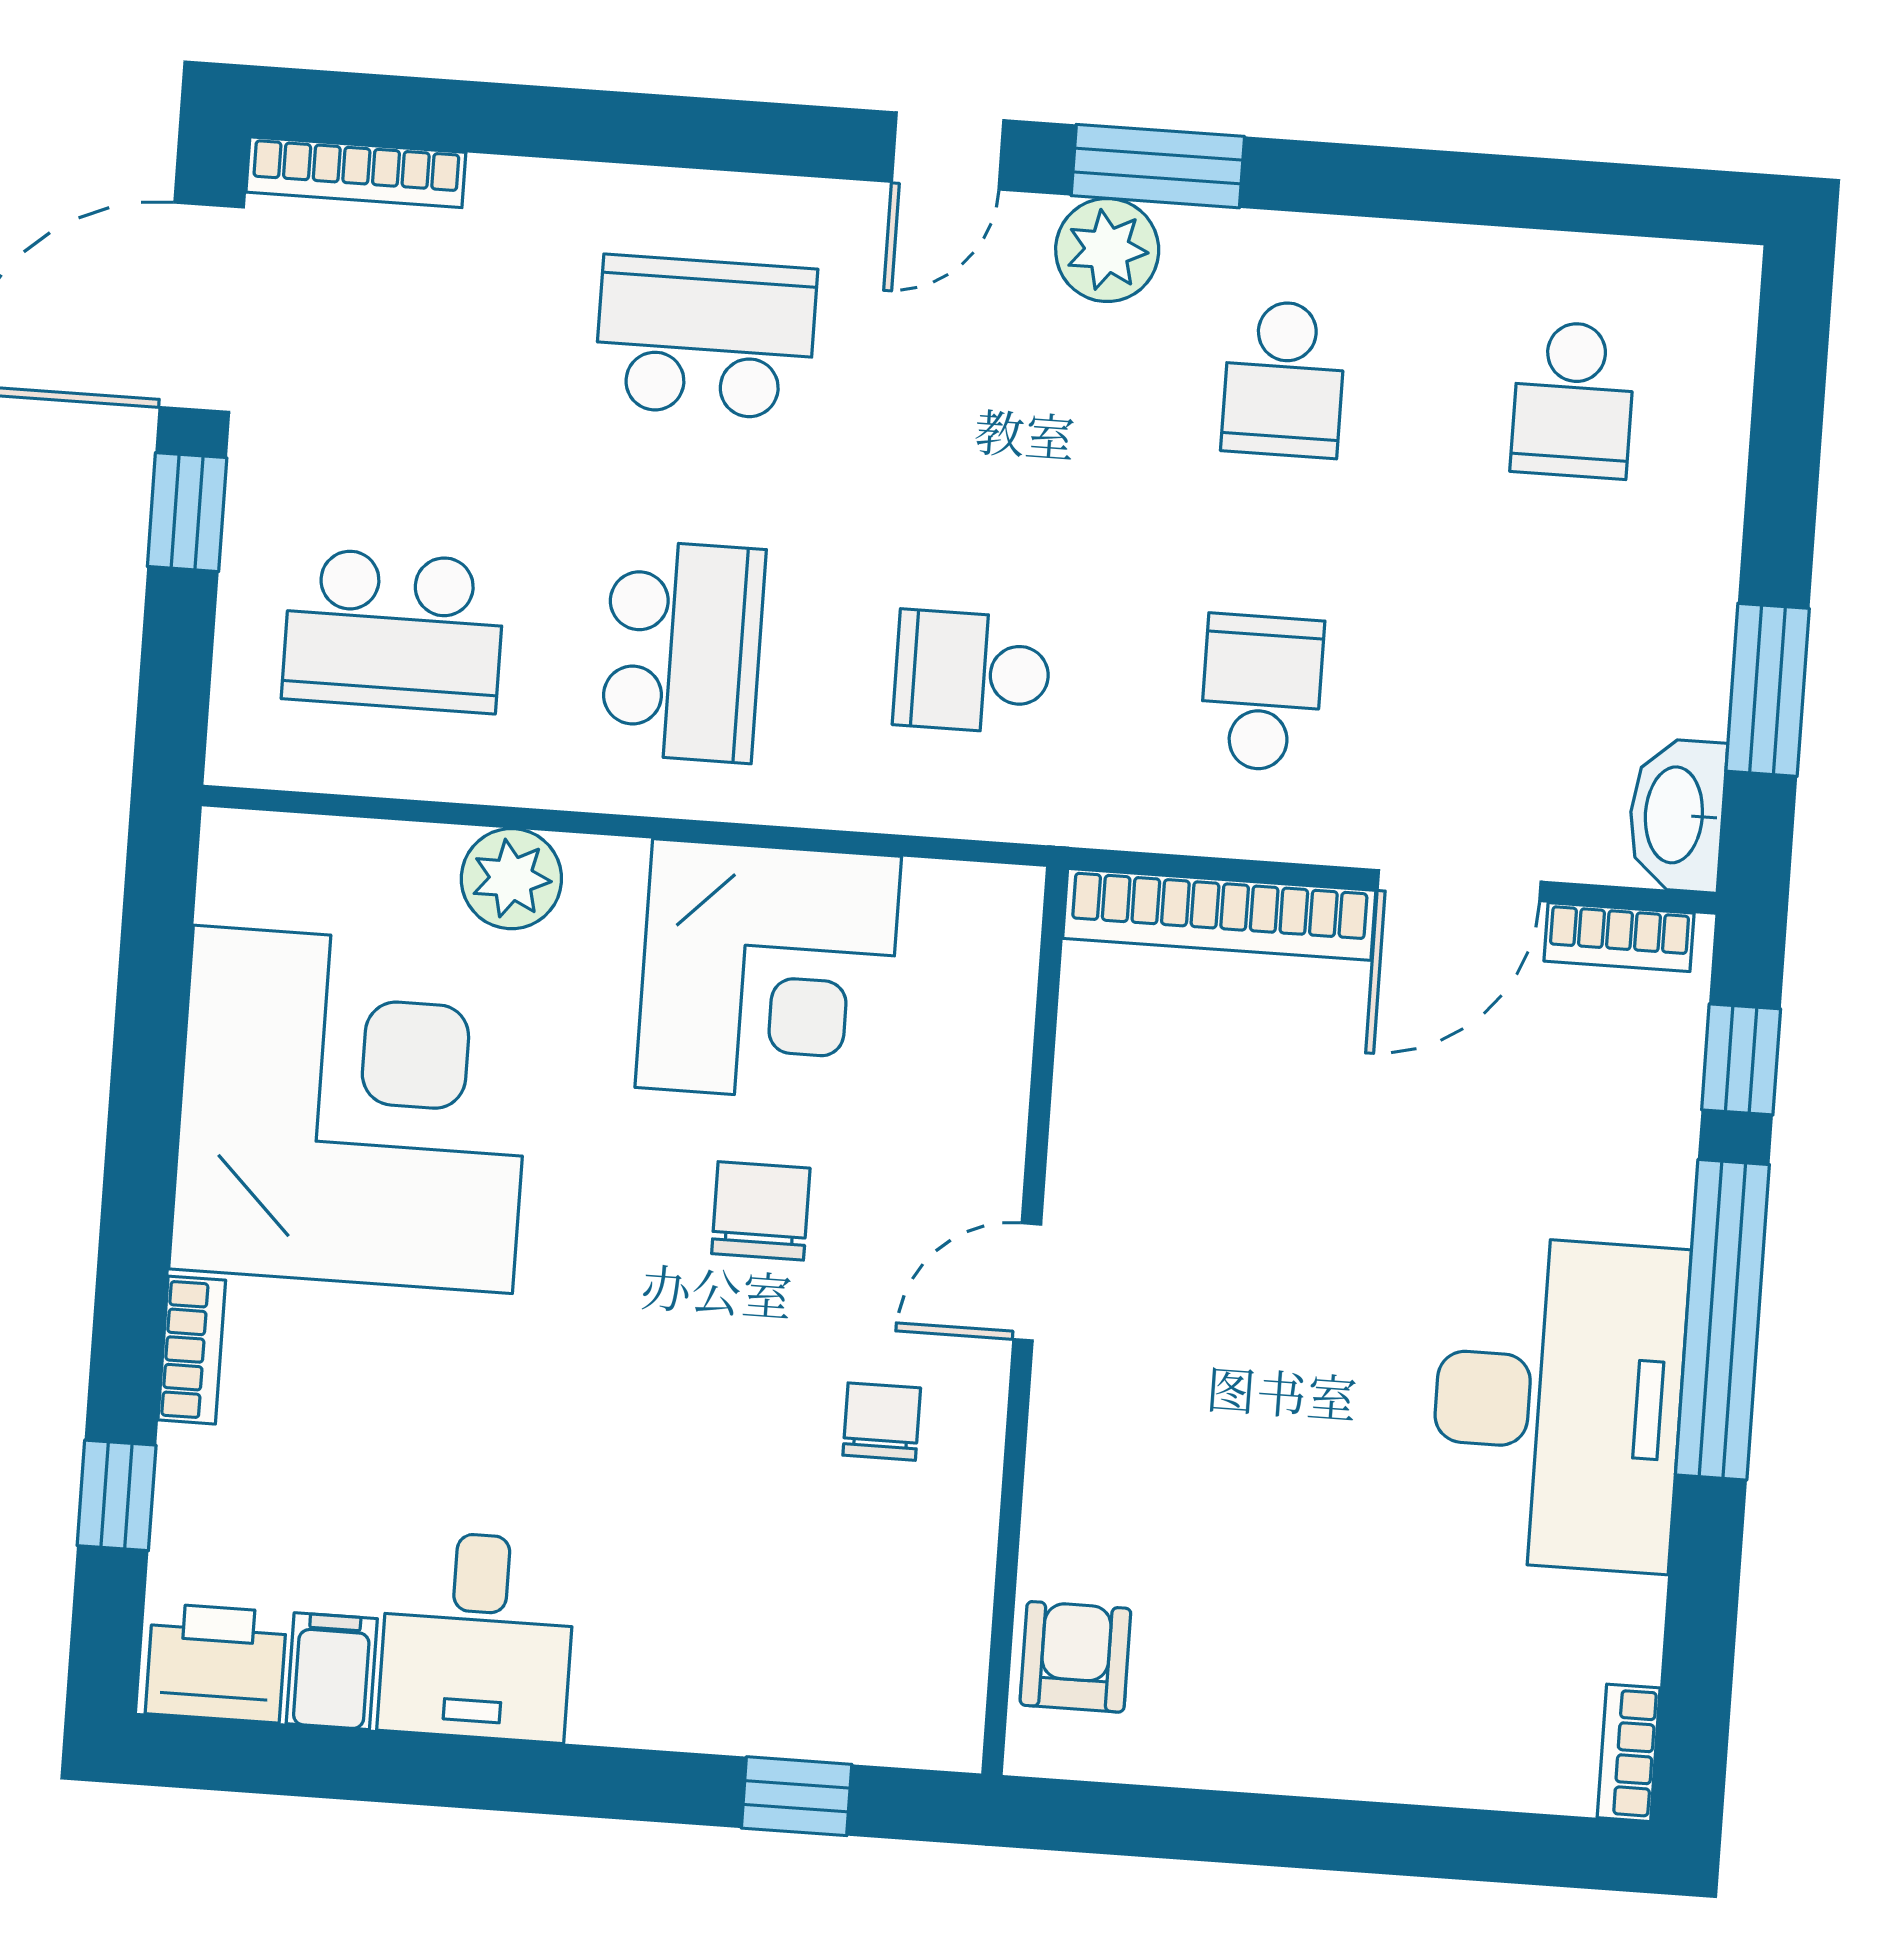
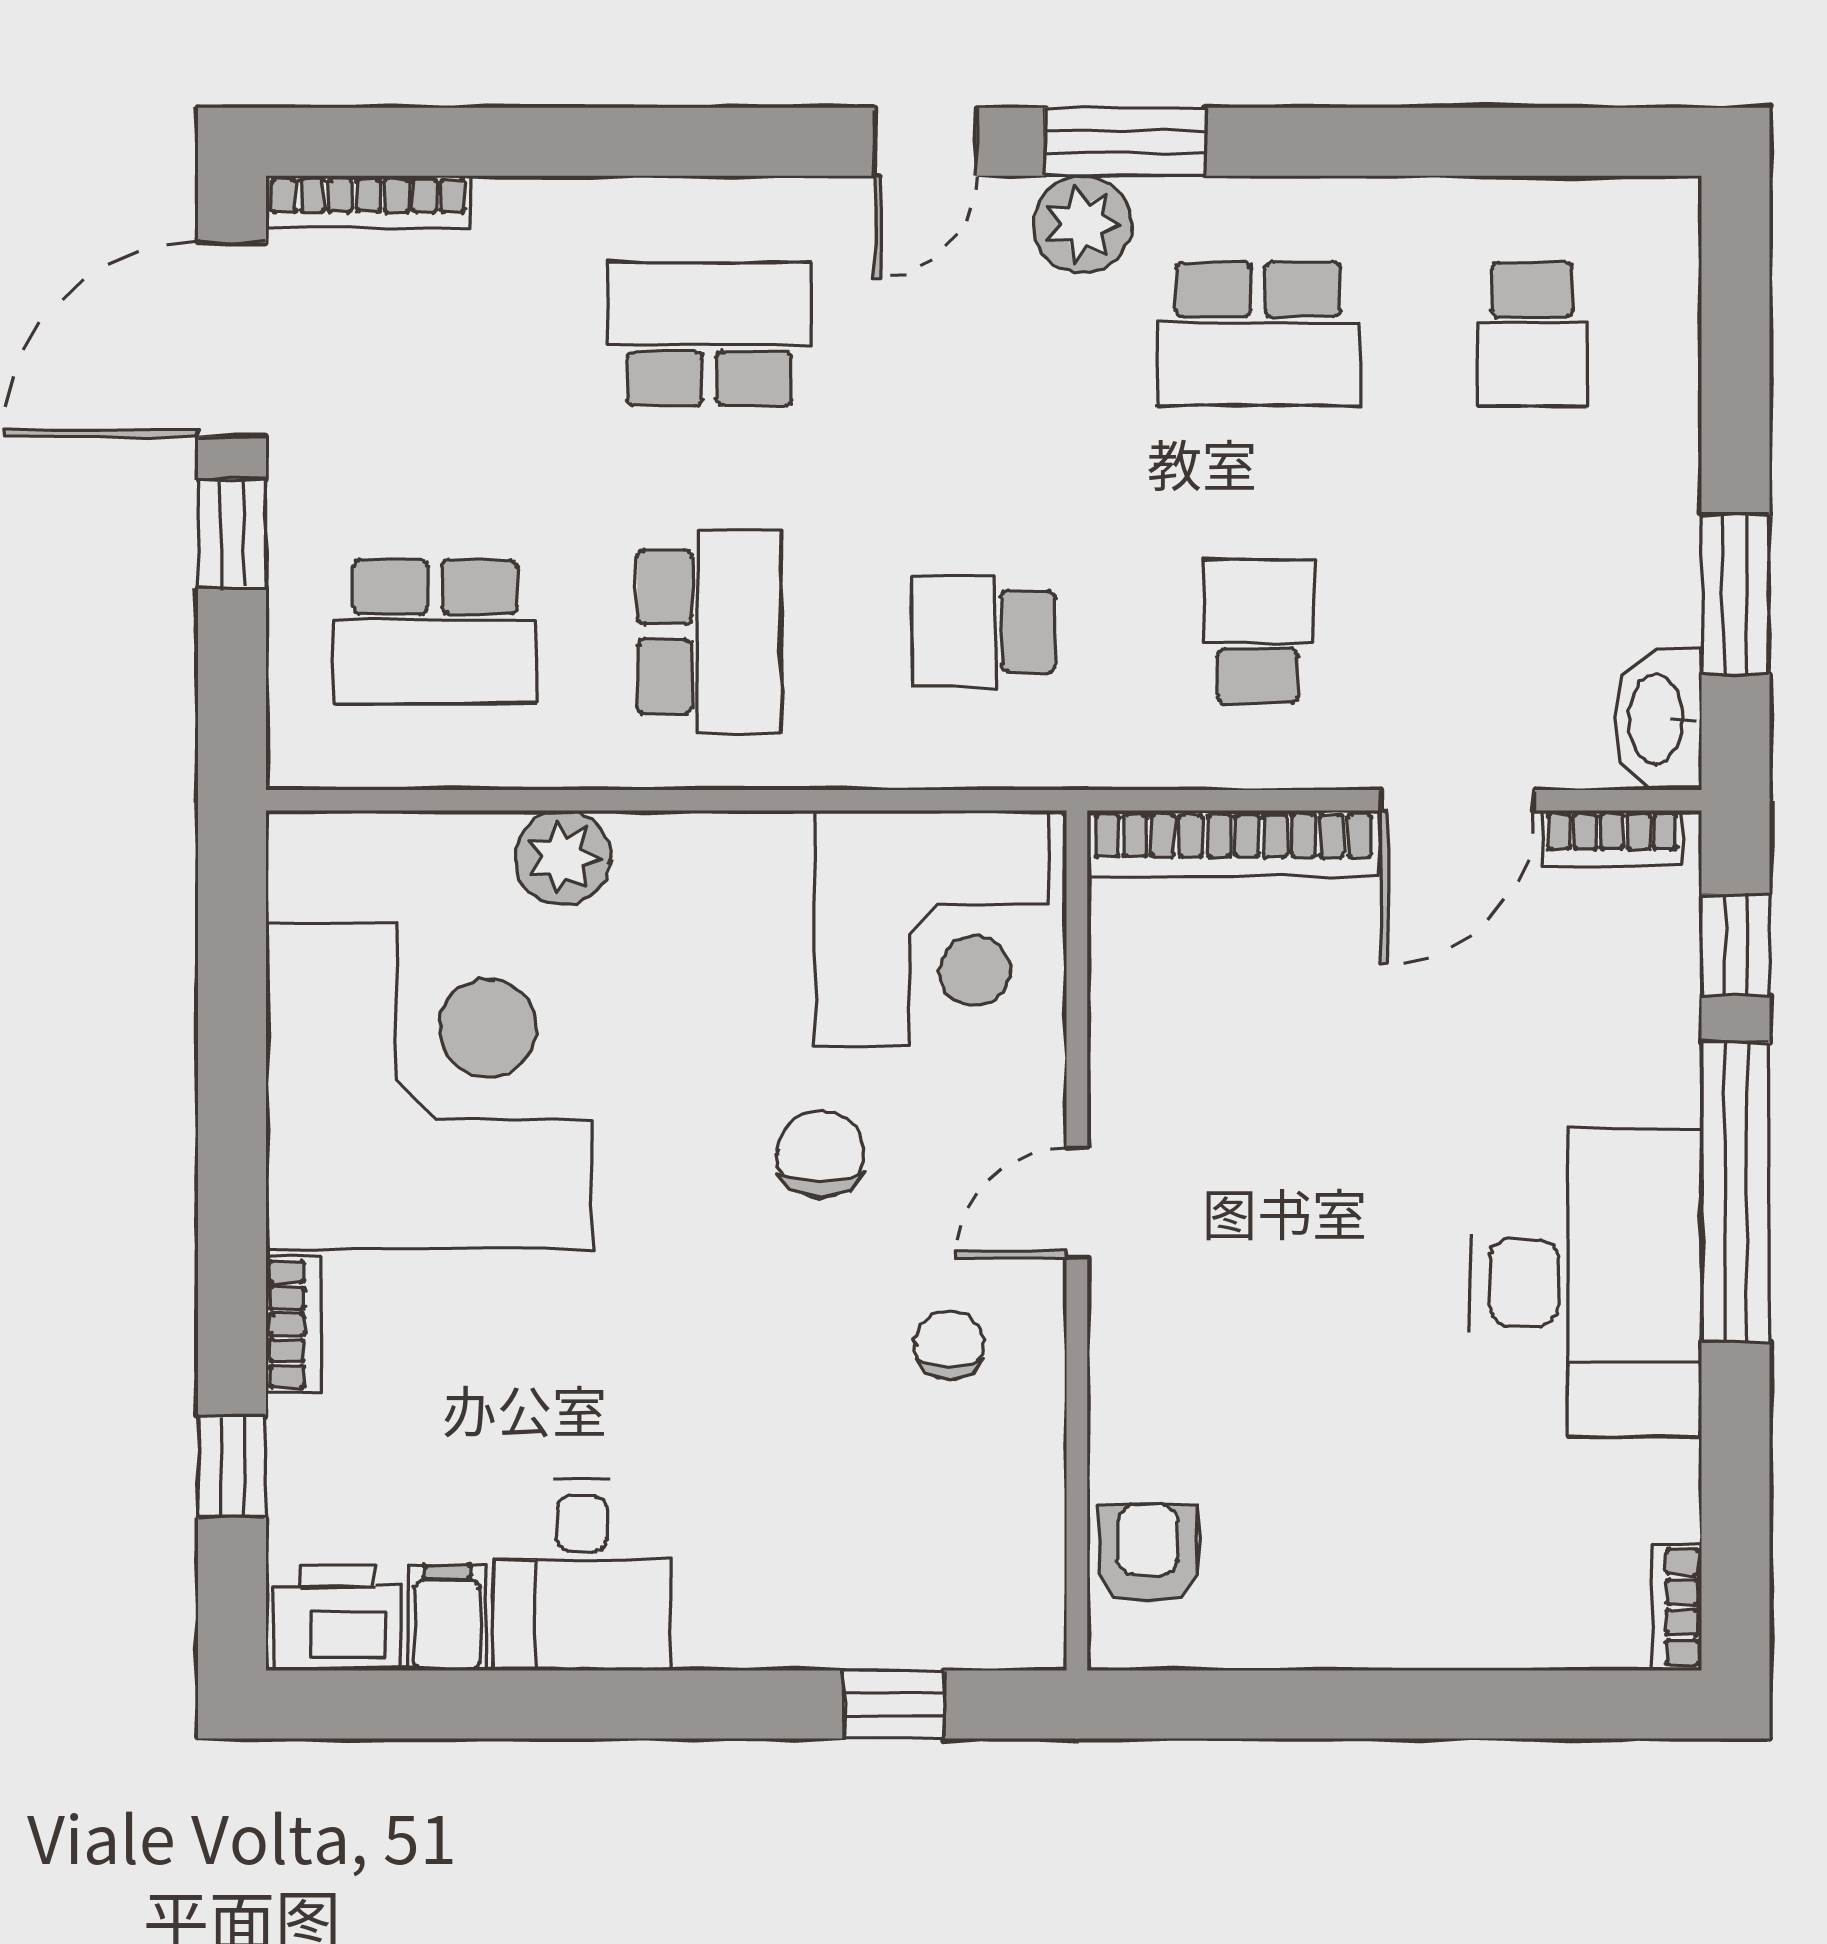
school desk: (1284, 379) -> (1258, 334), width x1.85
corner desk: (768, 972) -> (933, 928), moved

